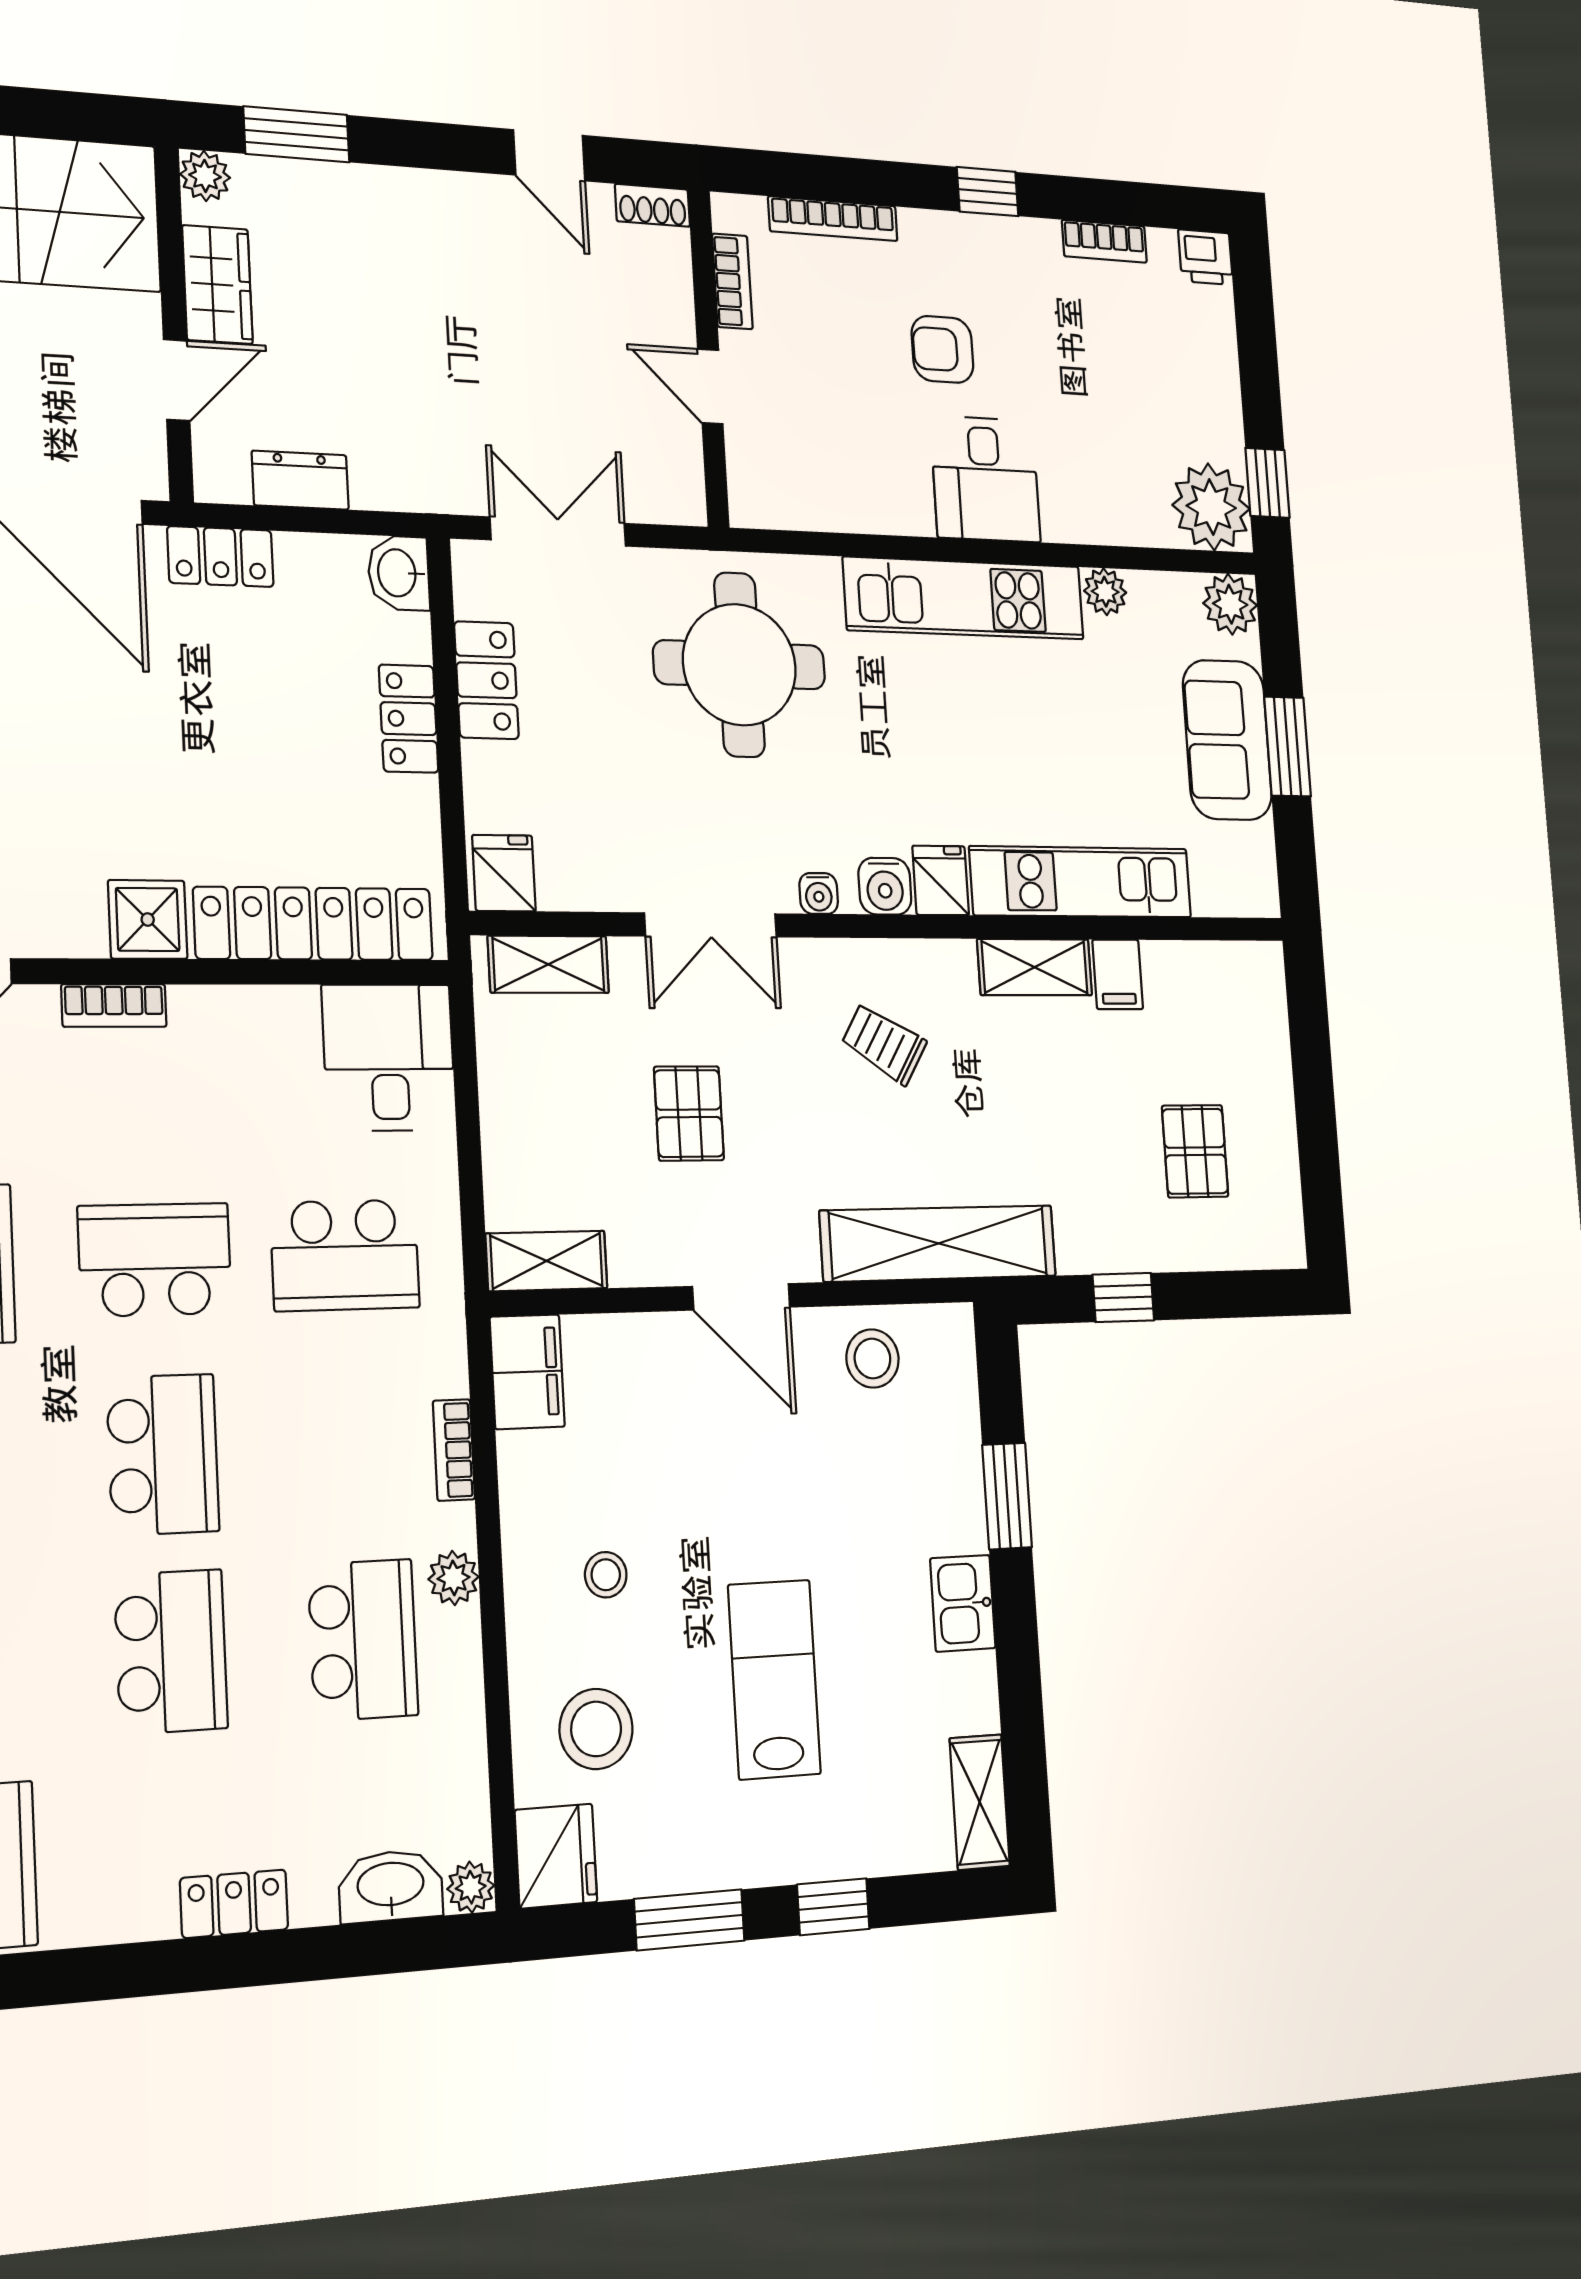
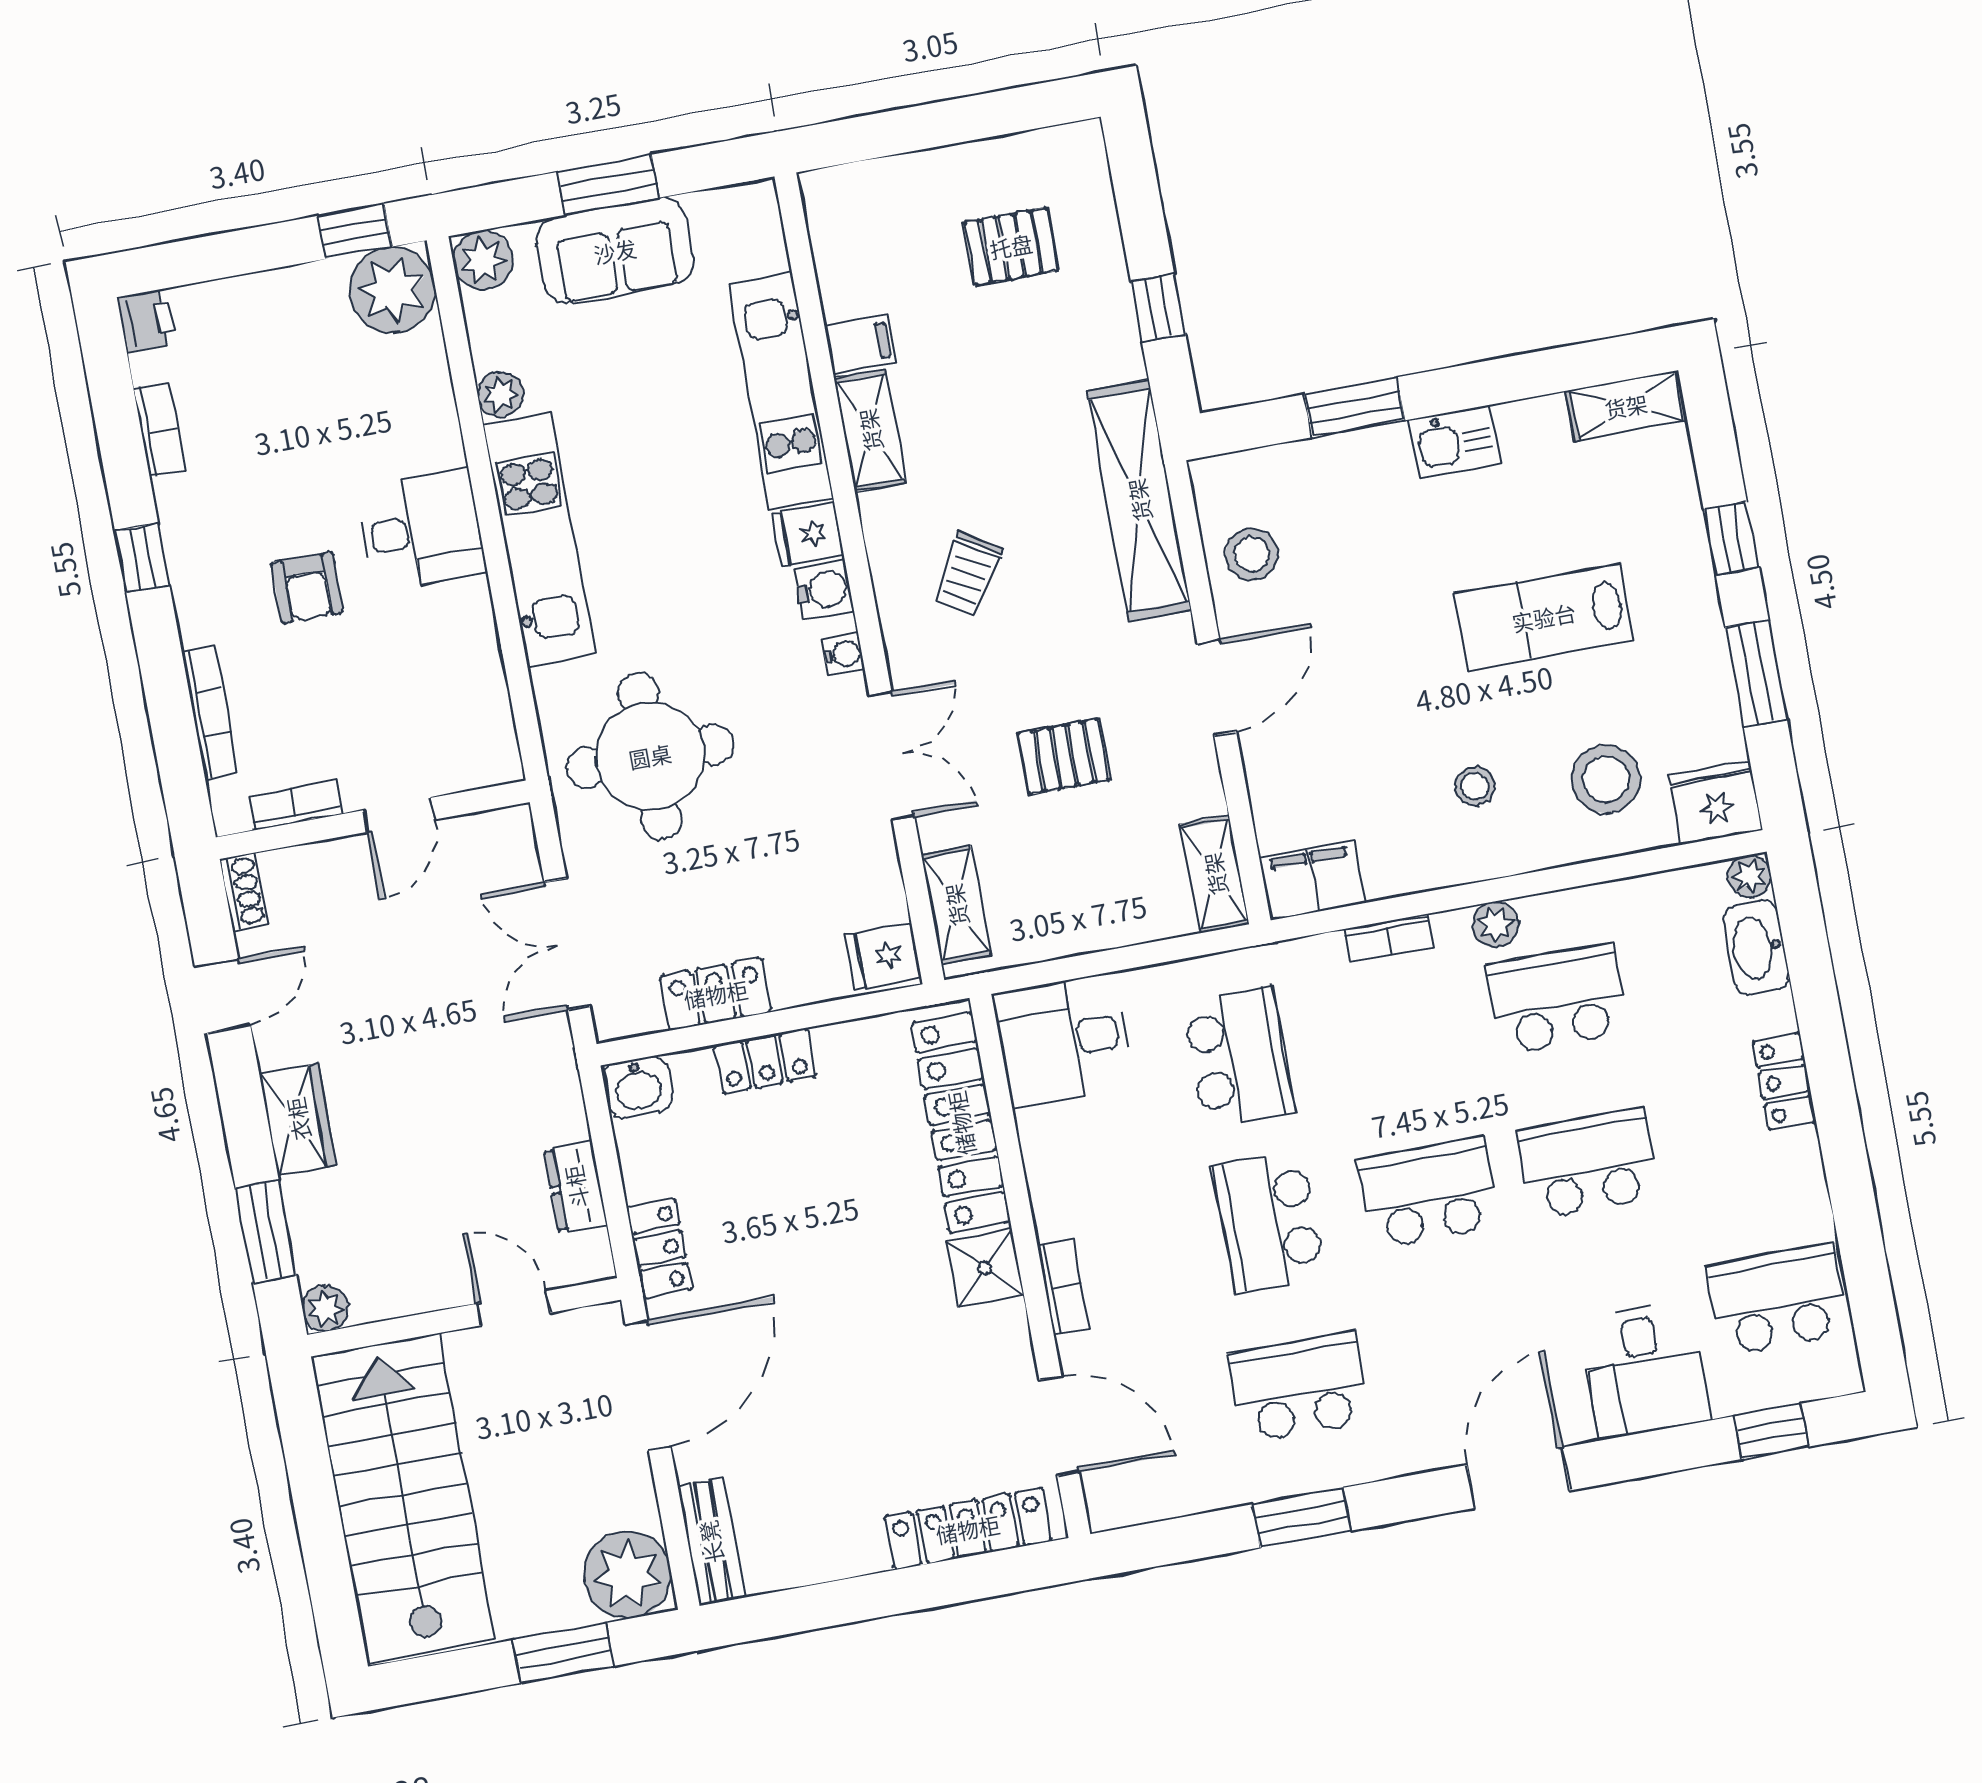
wardrobe: (217, 285) -> (298, 1119), moved, turned 90

